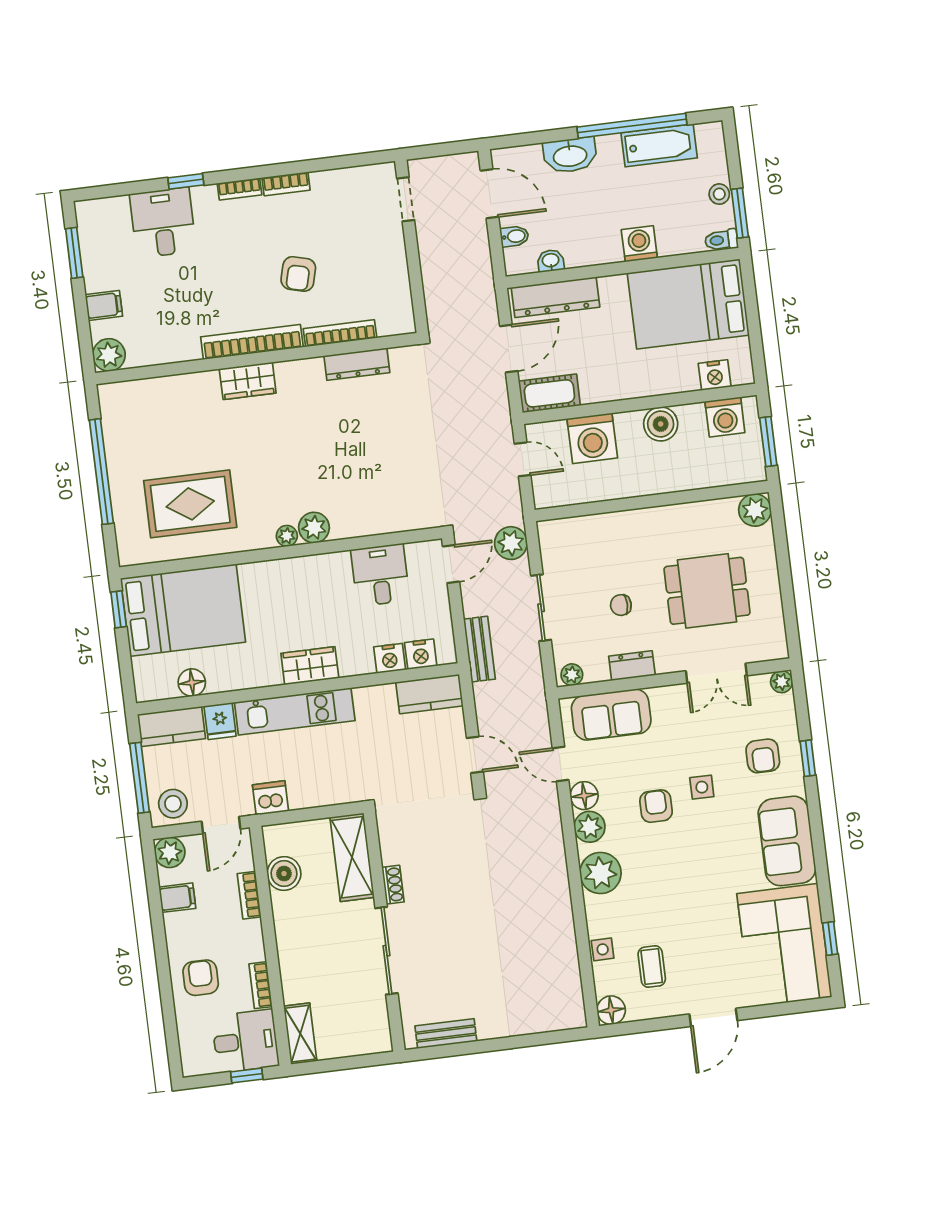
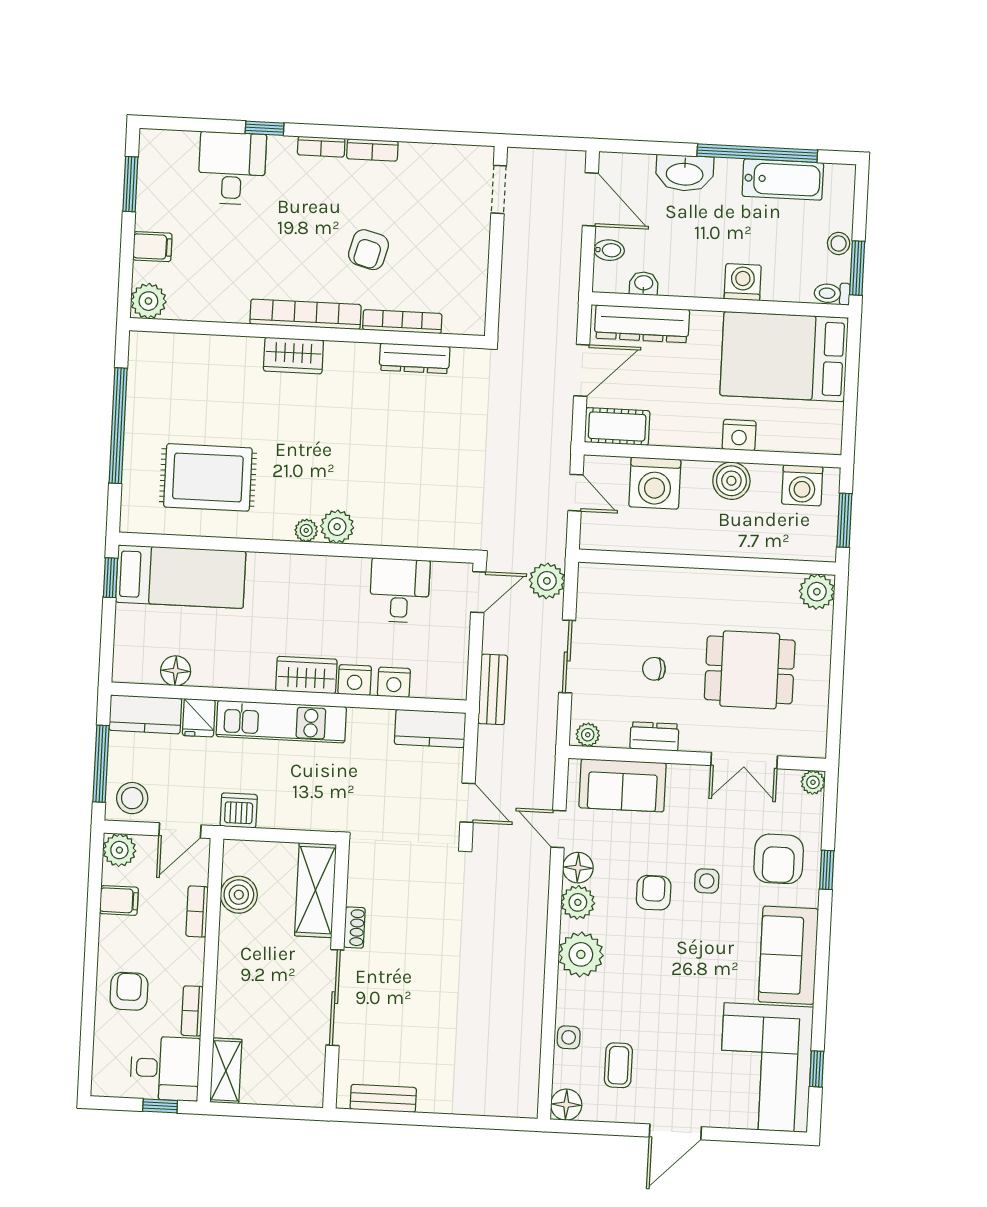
nightstand: (715, 375) -> (739, 435), moved
bed: (183, 610) -> (181, 577), width x0.67
nightstand: (421, 654) -> (355, 680), moved
armchair: (763, 756) -> (779, 859), width x1.38, depth x1.38

